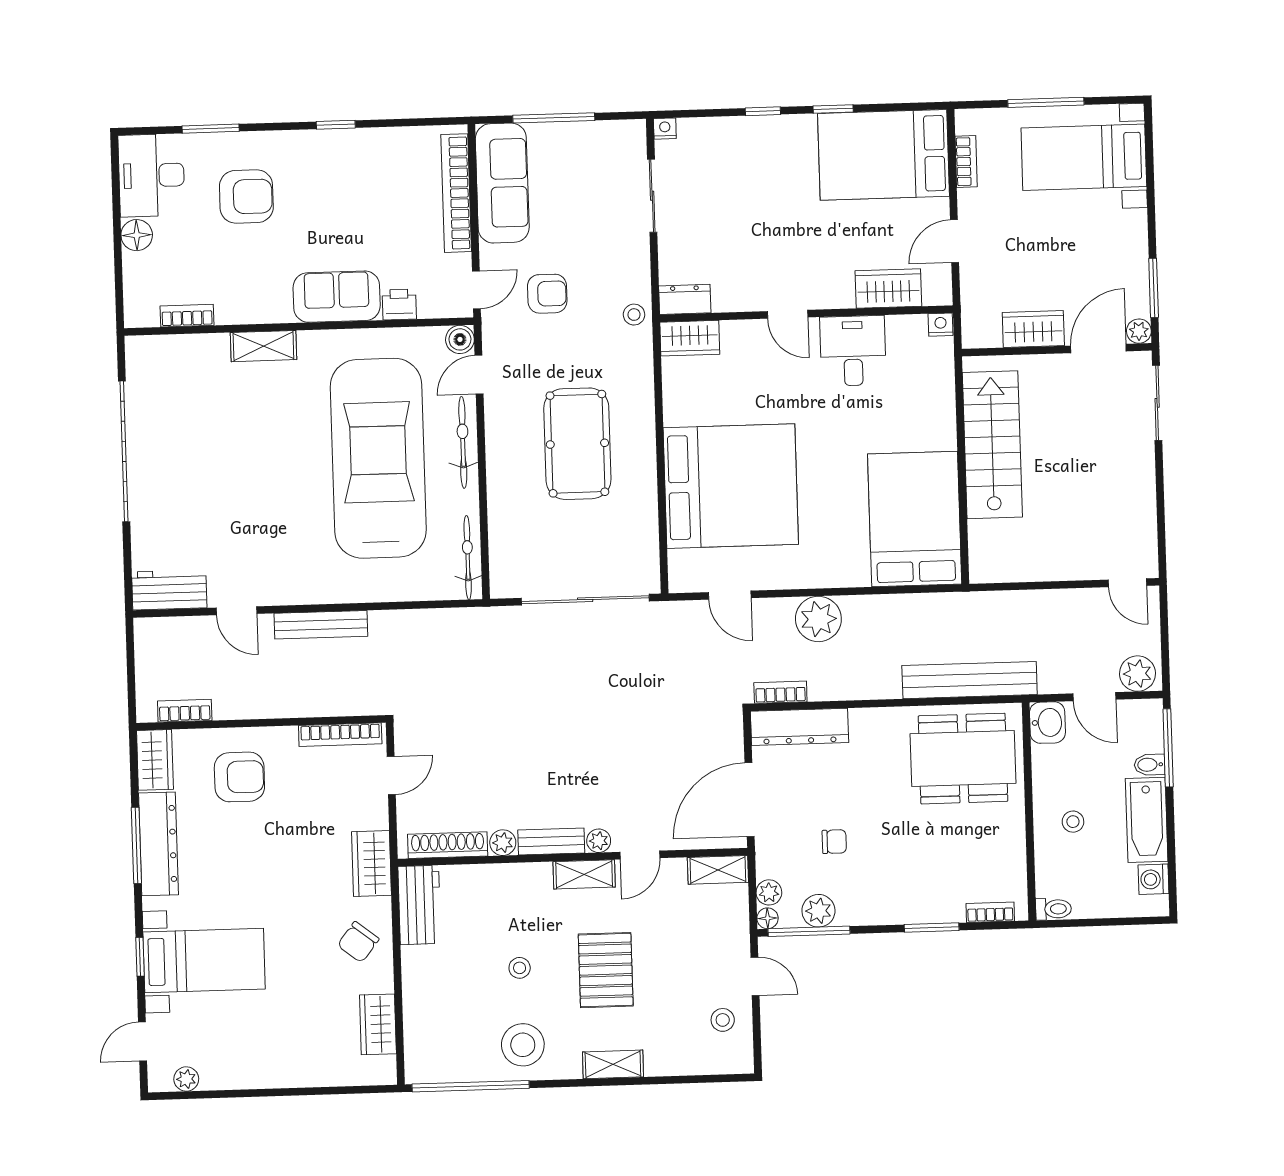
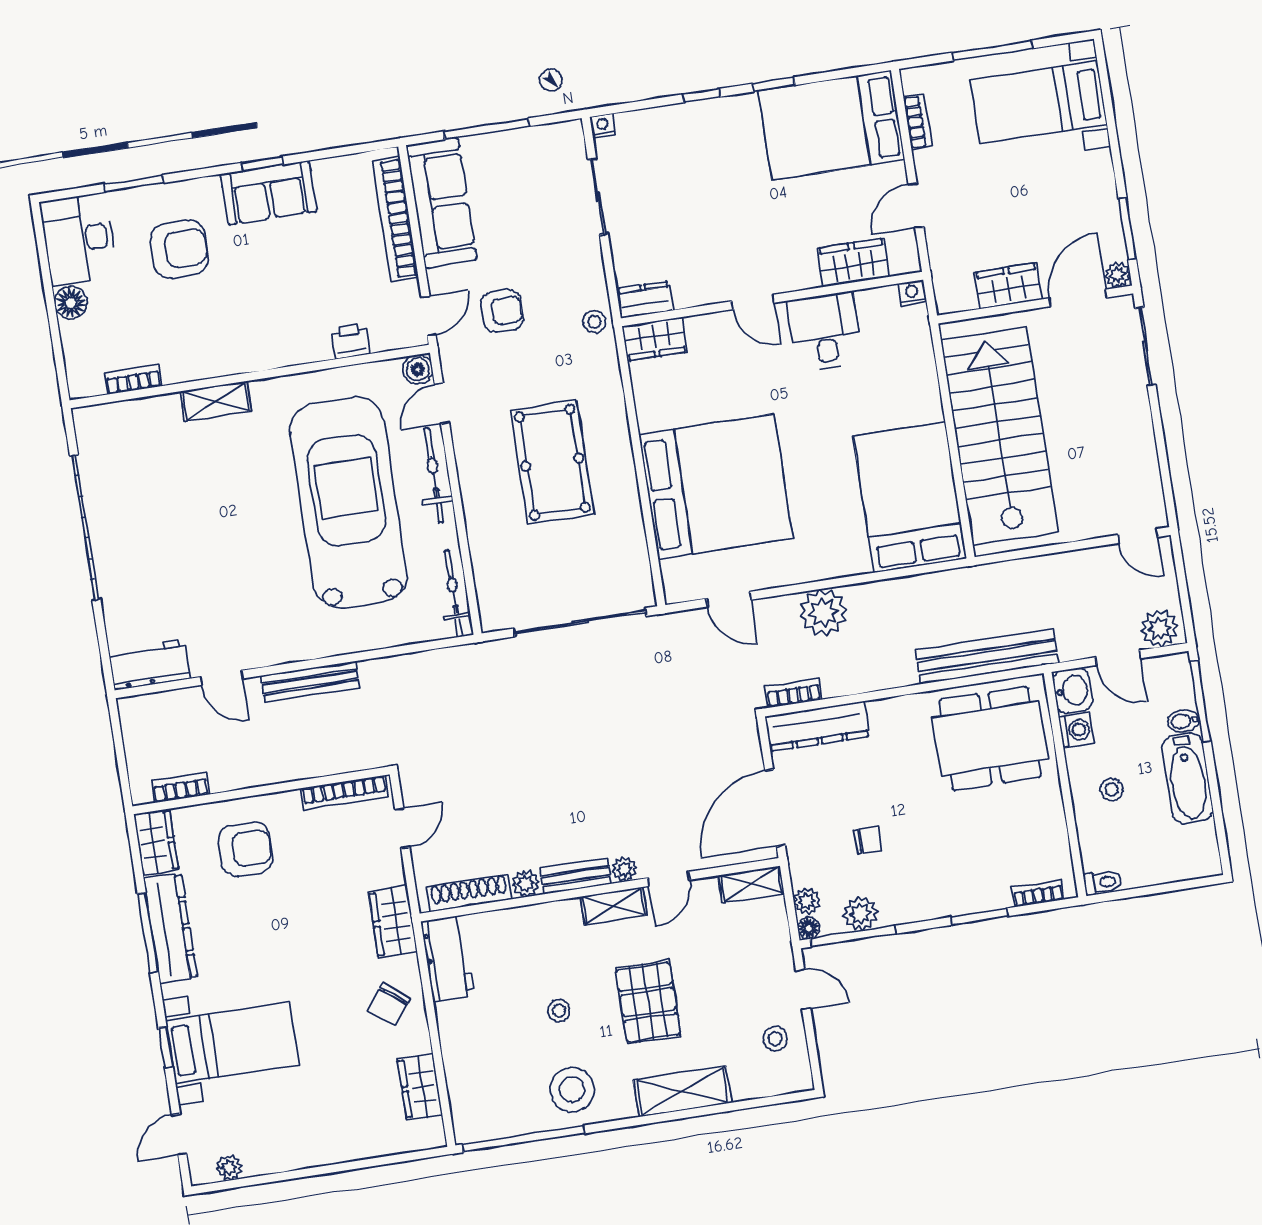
sofa: (337, 297) -> (269, 193), moved, turned 180
stairs: (992, 445) -> (999, 436), width x1.36, depth x1.51
washing machine: (1154, 879) -> (1076, 730), moved, turned 180
shelving: (613, 1064) -> (682, 1091), width x1.50, depth x1.33

